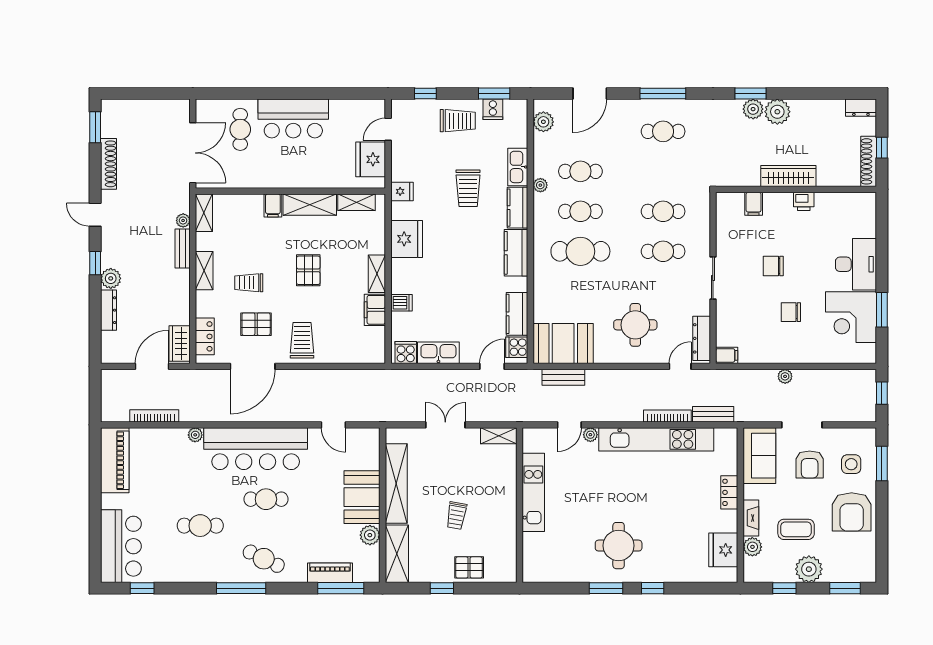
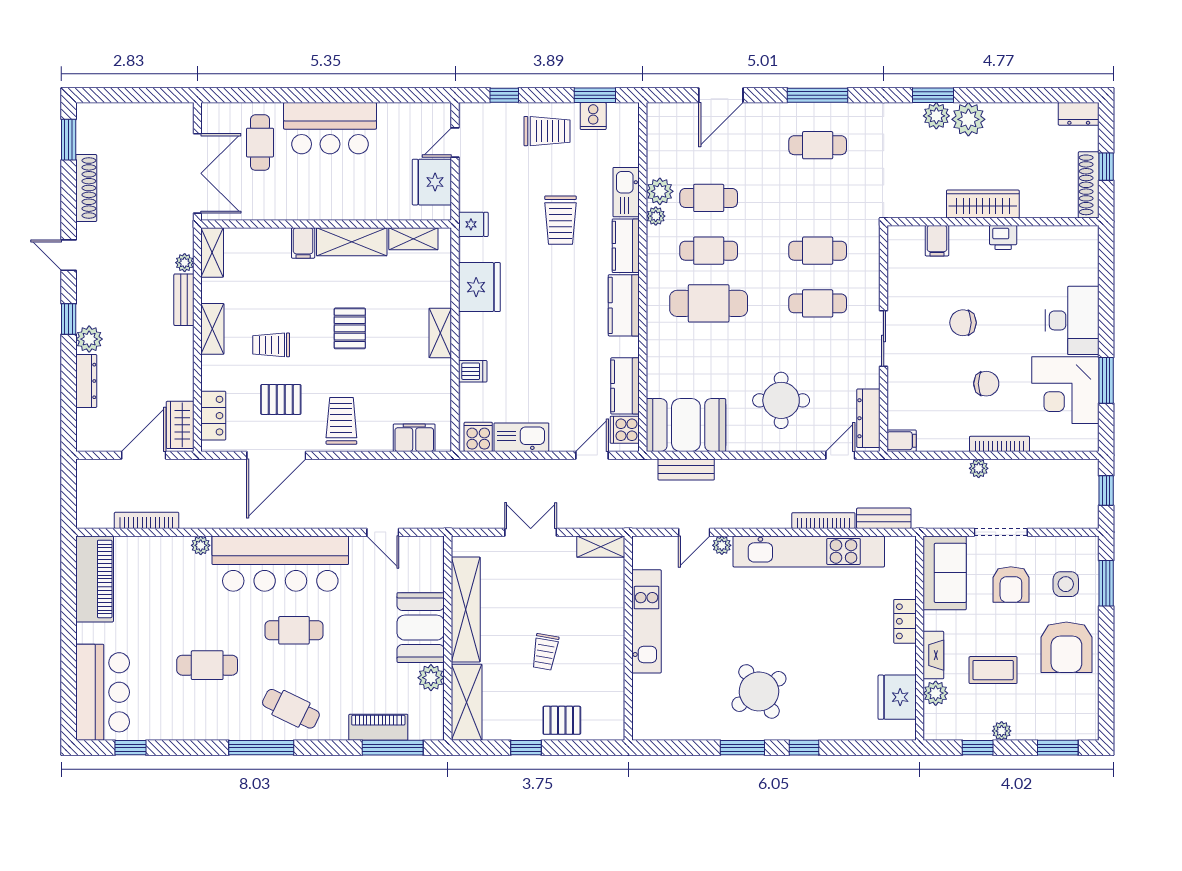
plant: (543, 122) -> (660, 191), moved
filing cabinet: (375, 310) -> (414, 438), moved, turned 90
chair: (791, 312) -> (986, 384), turned 180
bookcase: (801, 358) -> (999, 444), added
round table: (619, 546) -> (759, 691), turned -33
plant: (809, 569) -> (1002, 731), width x0.53, depth x0.53

